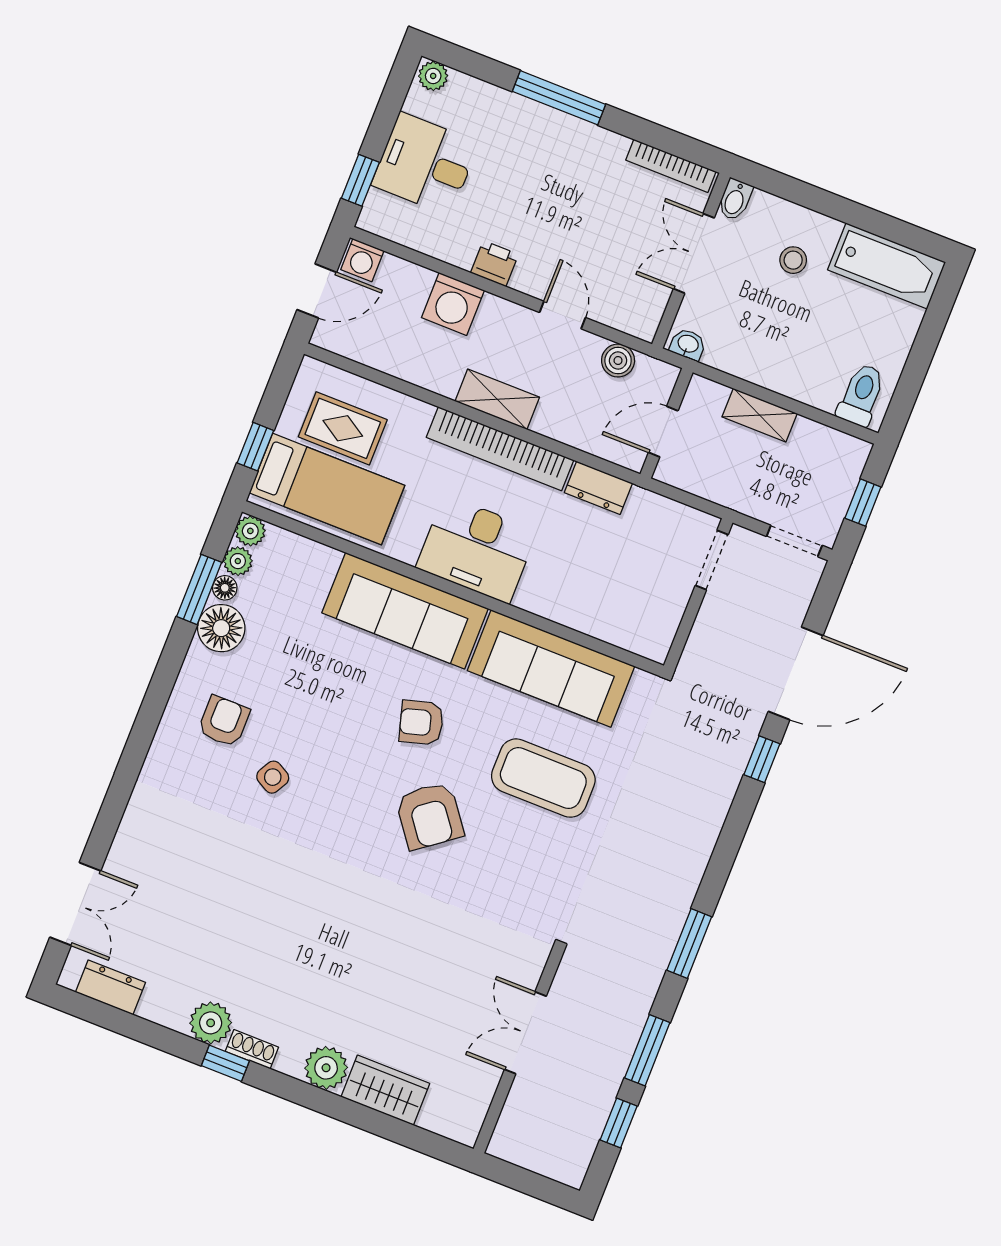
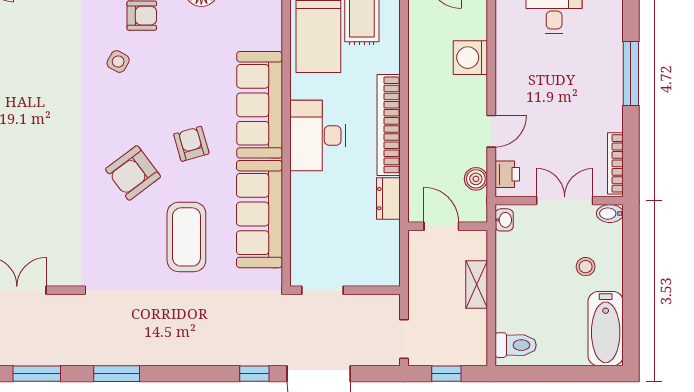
printer: (494, 264) -> (507, 174), moved
shelving: (497, 399) -> (420, 111), removed
doorway: (712, 560) -> (323, 290), moved

